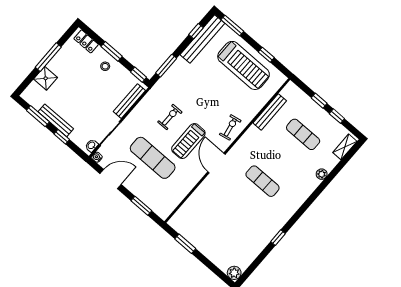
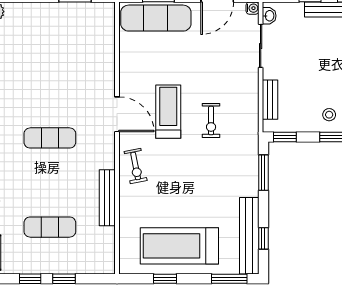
bench: (129, 101) -> (270, 100), width x0.73
bench: (270, 112) -> (107, 198), moved
exercise mat: (153, 158) -> (156, 18), moved

